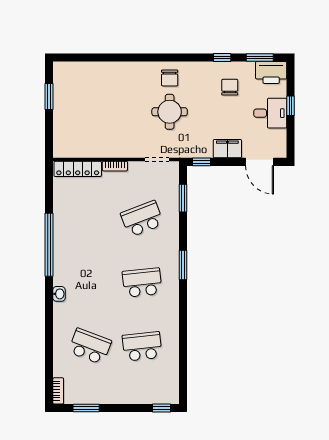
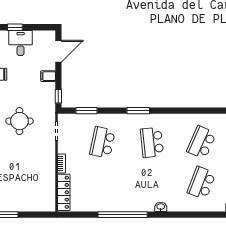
filing cabinet: (227, 149) -> (48, 76), width x0.50
school desk: (142, 219) -> (103, 142), turned 33
school desk: (142, 346) -> (201, 142), turned 30

